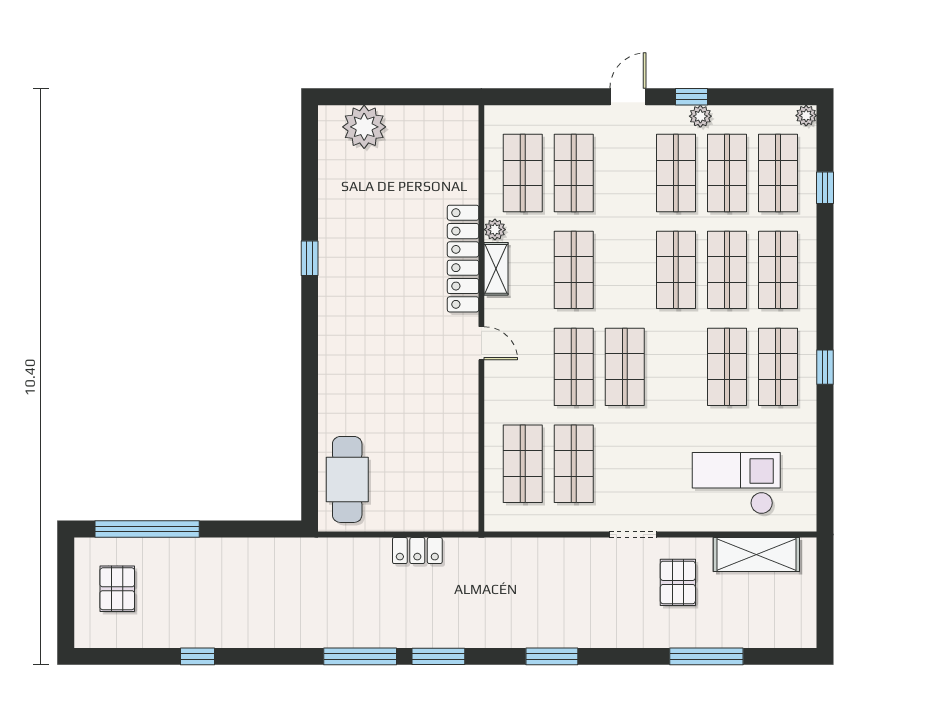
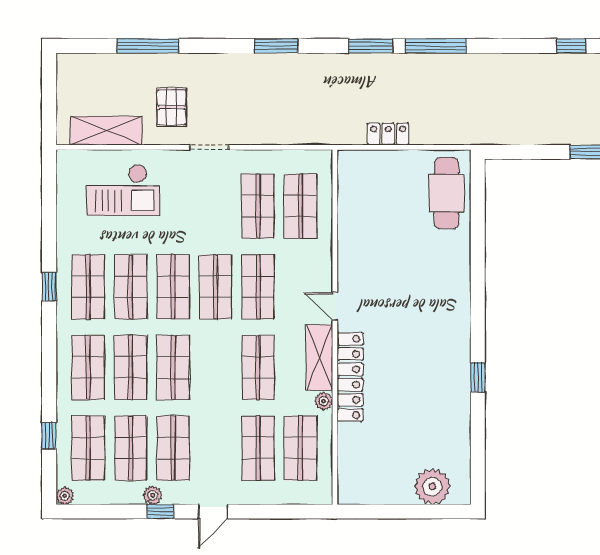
shelving: (496, 269) -> (319, 357), width x1.50, depth x1.33
shop shelf: (676, 367) -> (173, 287), added

